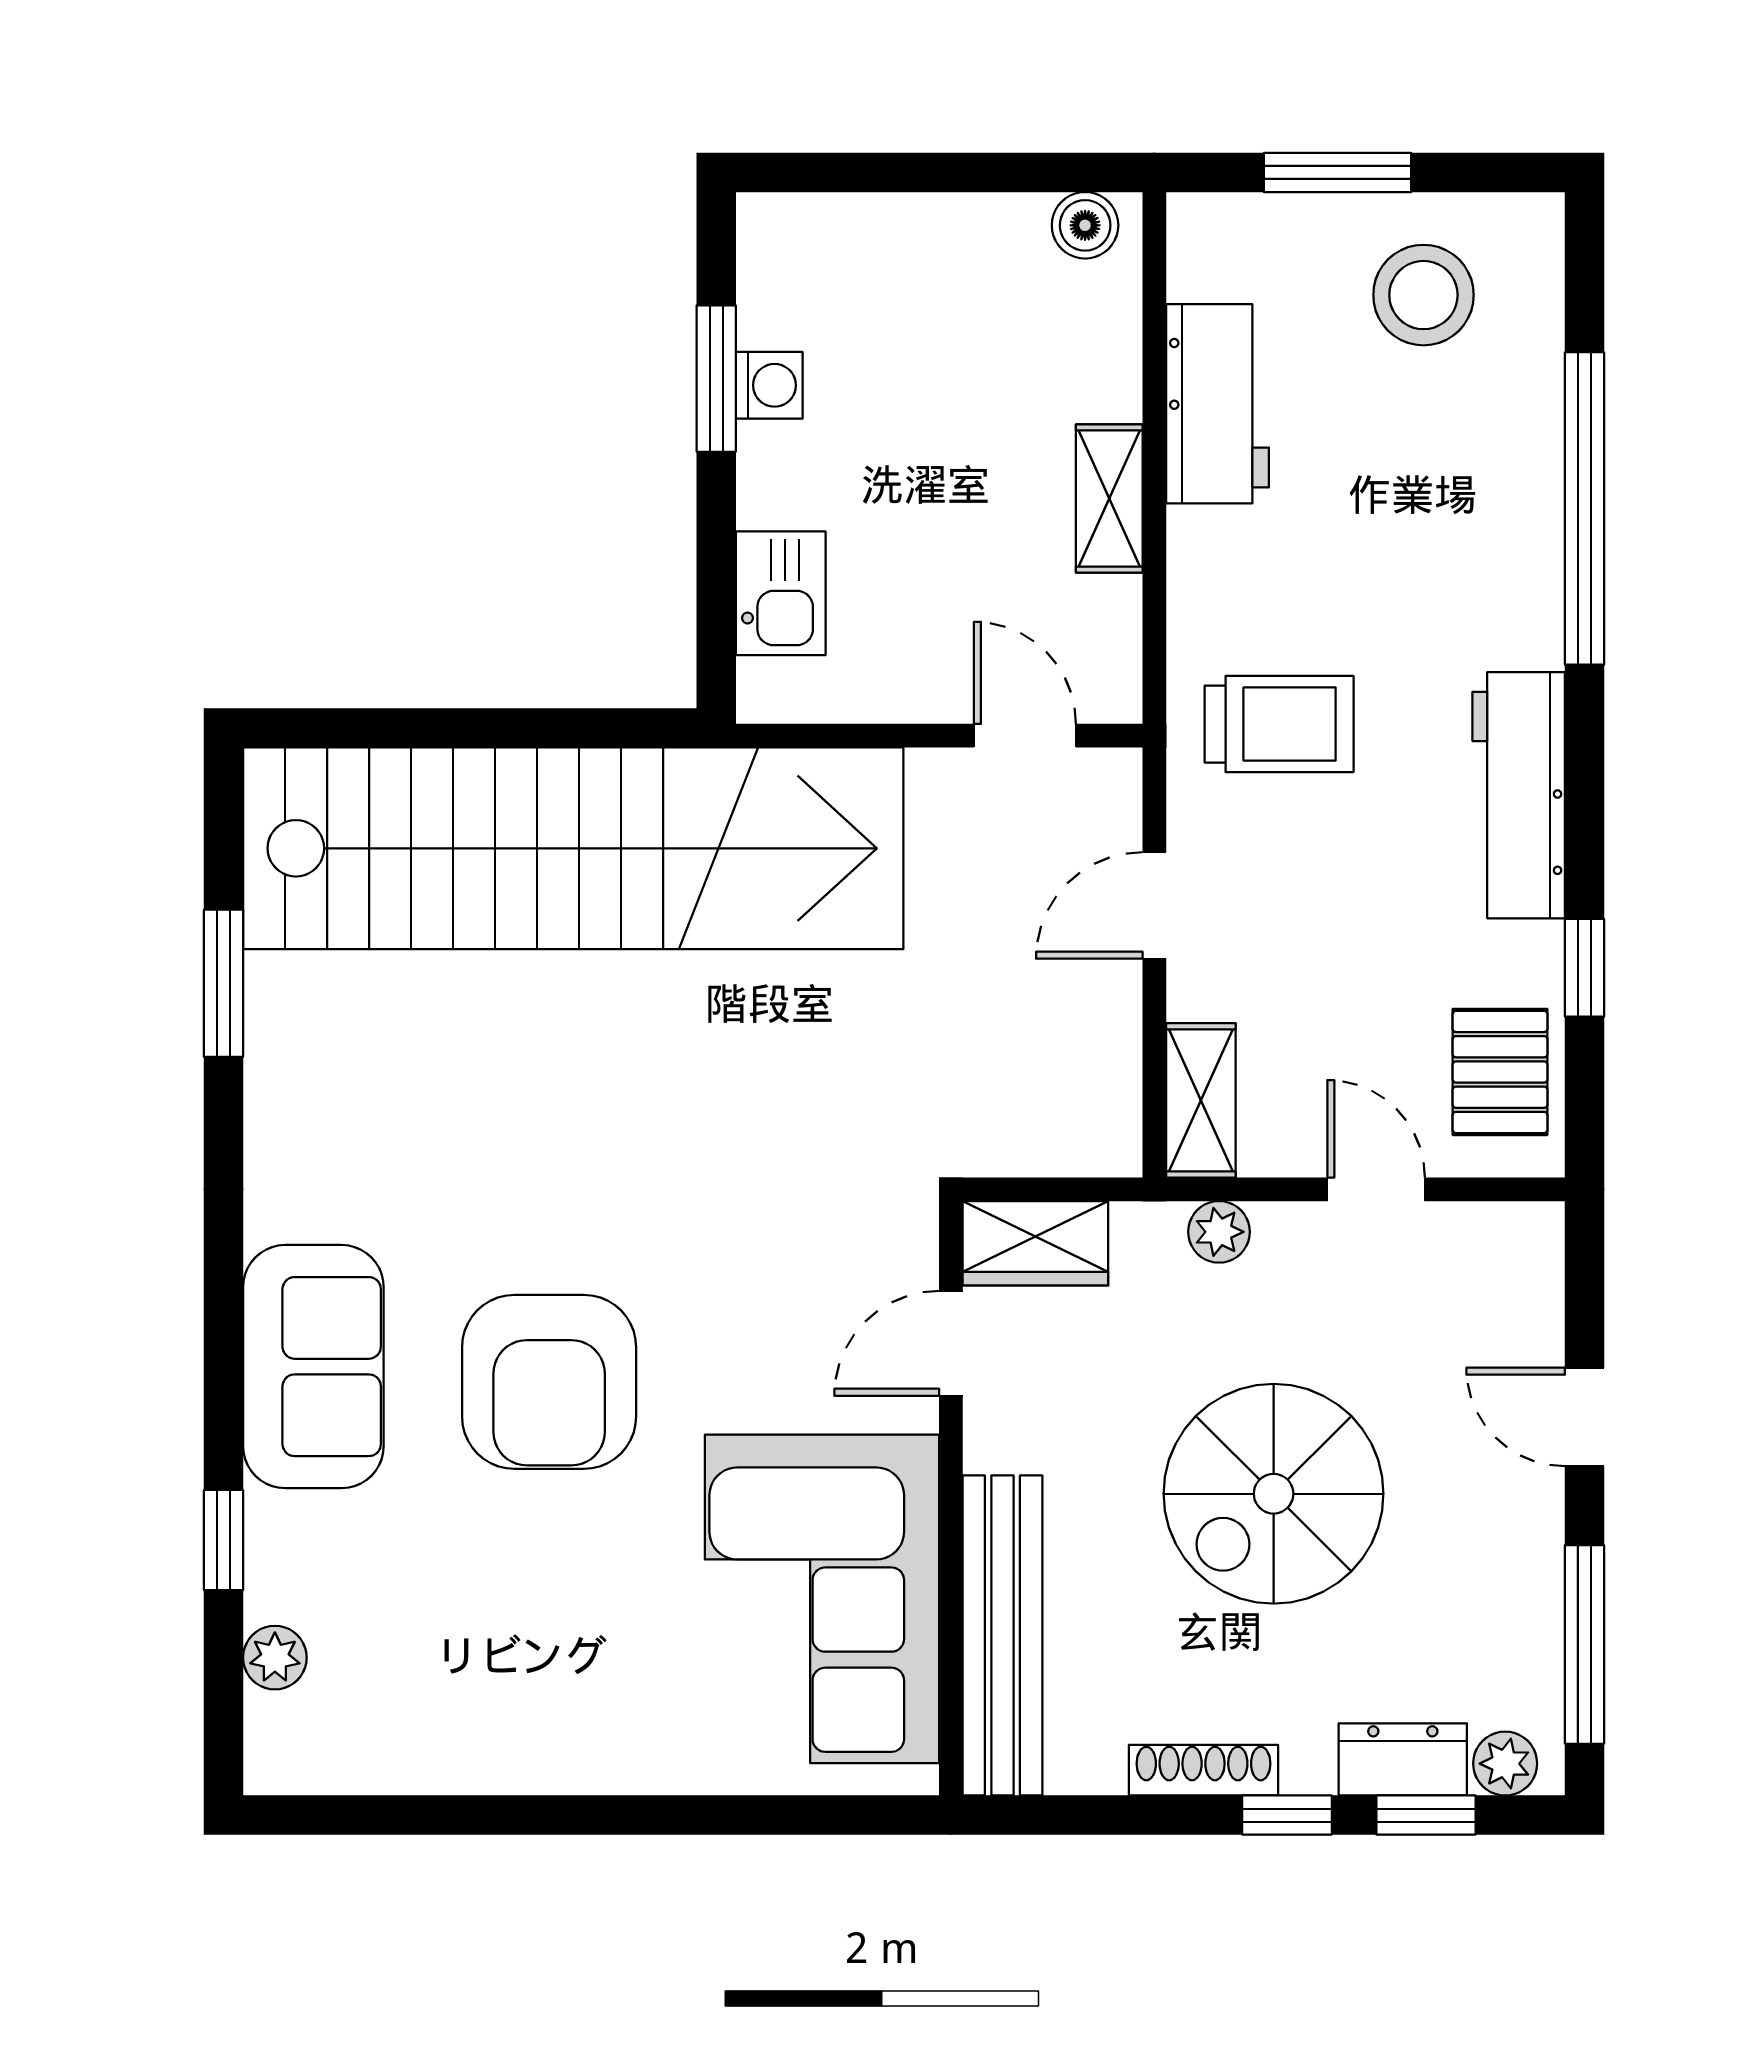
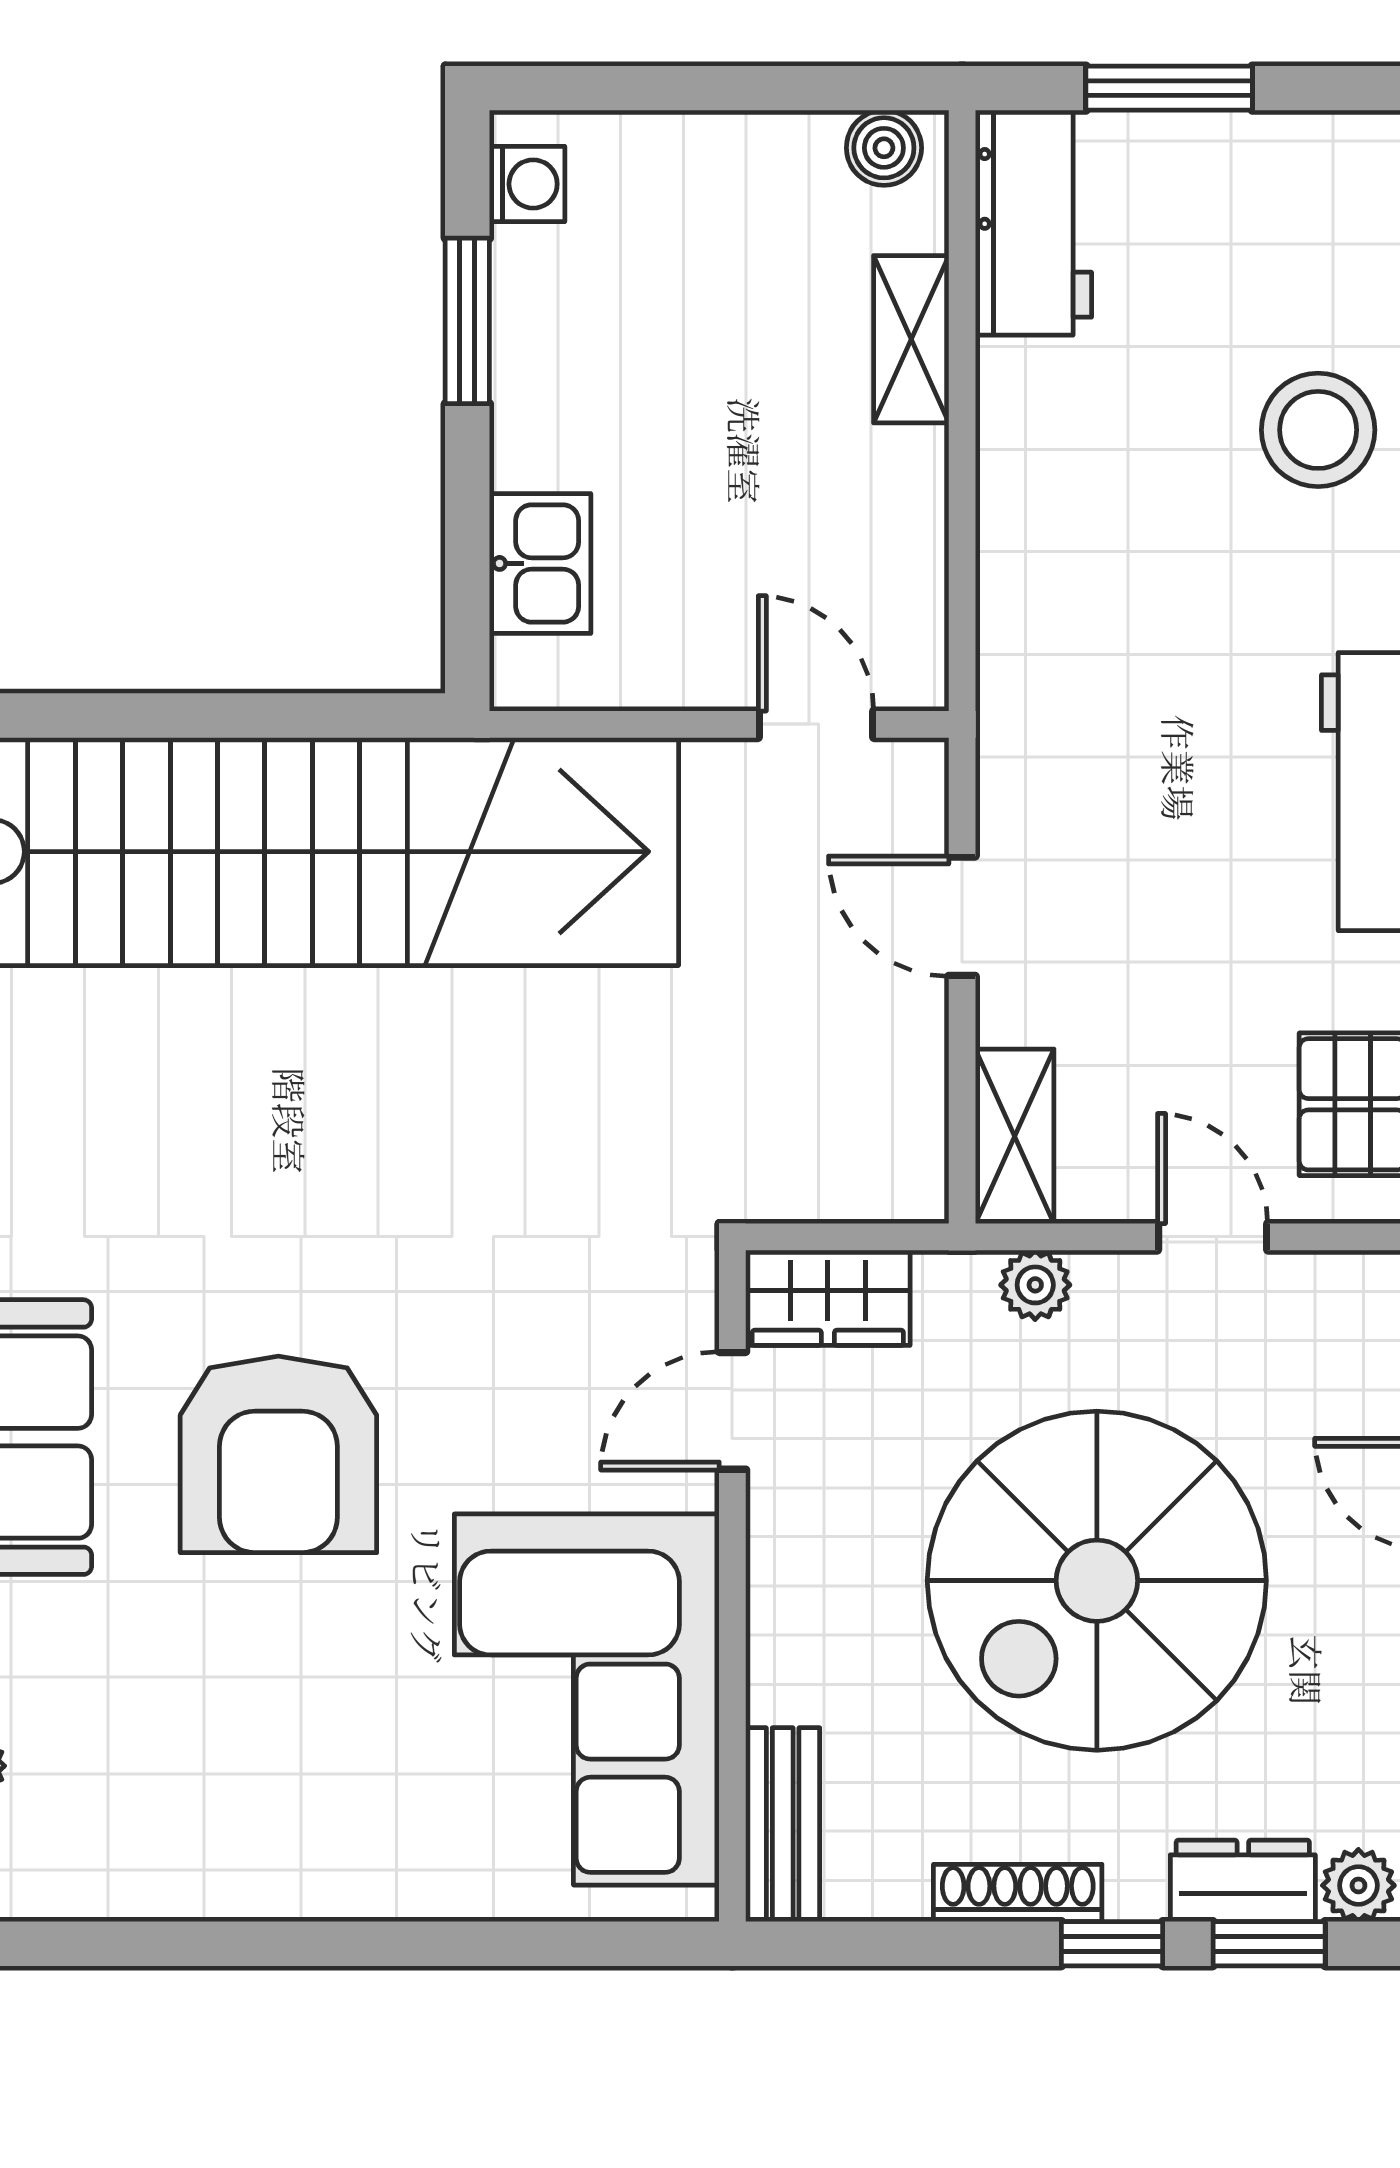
stool: (1423, 295) -> (1318, 430), moved
washing machine: (769, 385) -> (527, 184), moved
workbench: (1217, 404) -> (1033, 223), moved
shelving: (1109, 498) -> (911, 339), moved
trolley: (1279, 724) -> (1103, 711), removed
door: (1154, 905) -> (962, 916), hinge flipped
spiral stairs: (1274, 1494) -> (1097, 1581), width x1.37, depth x1.37
bench: (1002, 1635) -> (783, 1825), width x0.54, depth x0.82

